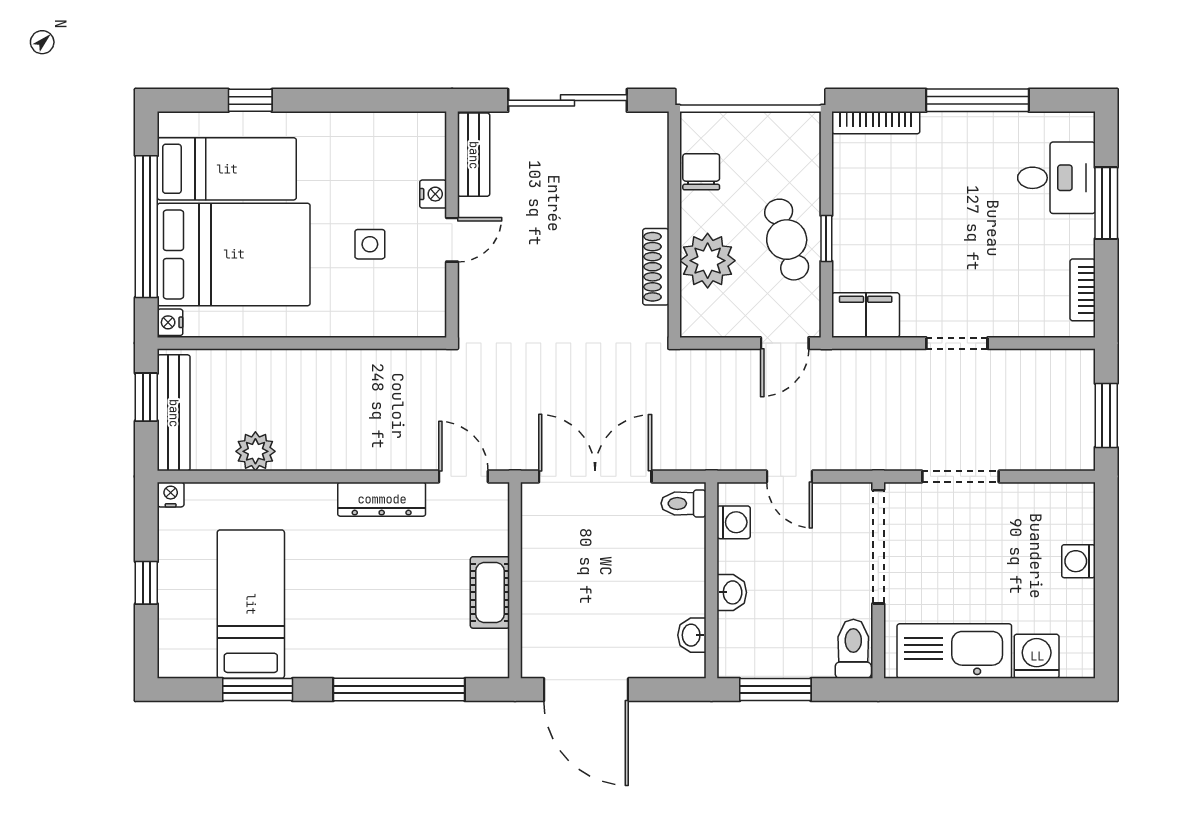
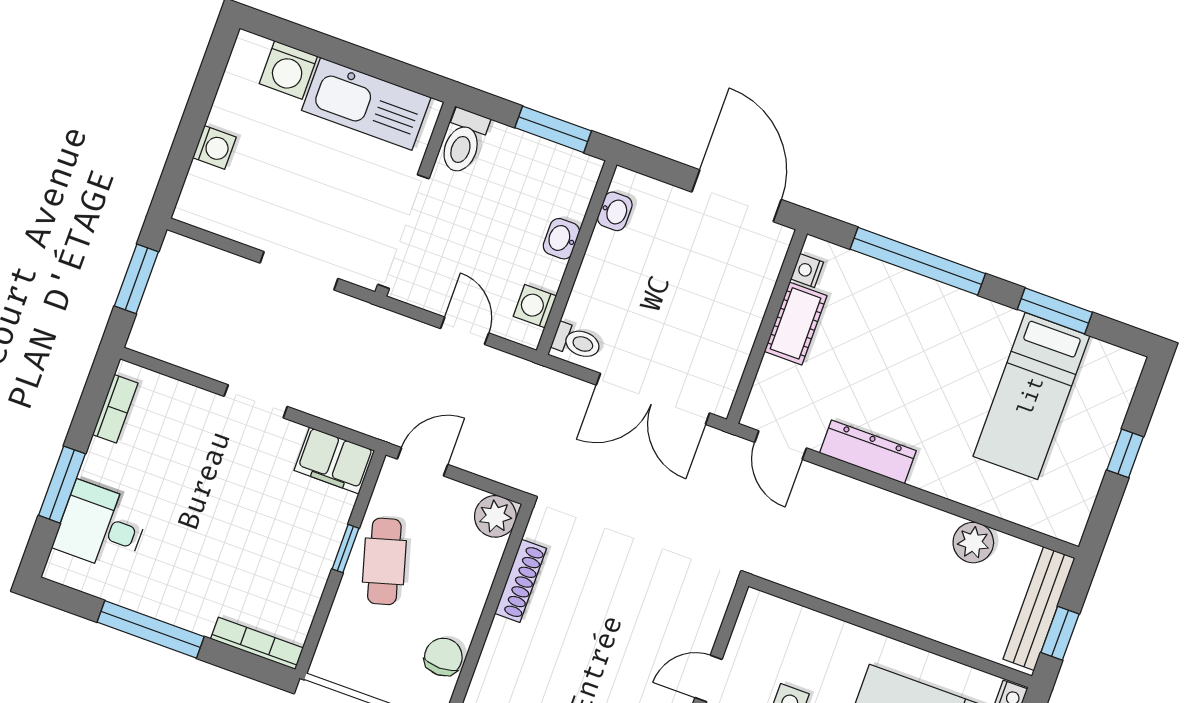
chair: (701, 172) -> (443, 657), turned 180
plant: (708, 261) -> (495, 516), moved, width x0.73, depth x0.73
nightstand: (171, 495) -> (807, 271), moved, turned 90

